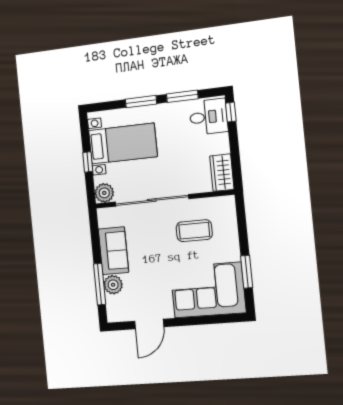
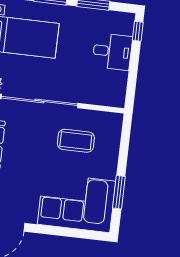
desk: (208, 117) -> (112, 52), moved
wardrobe: (222, 173) -> (116, 89), removed

